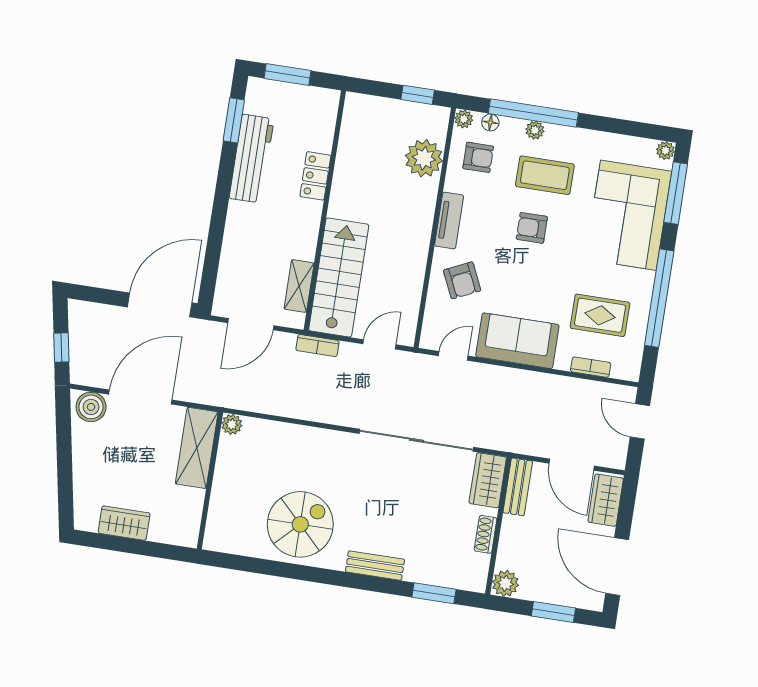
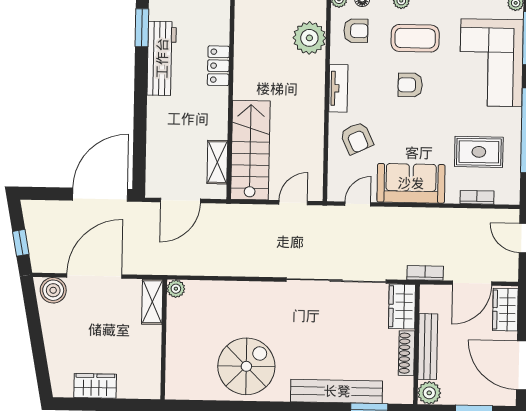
bookcase: (317, 346) -> (425, 273), moved, turned 180
shelving: (197, 448) -> (152, 302), width x0.67, depth x0.75
door: (572, 465) -> (472, 283), hinge flipped
bench: (518, 487) -> (428, 347), moved, width x1.36
shoe rack: (486, 534) -> (406, 353), width x1.43
bench: (375, 566) -> (337, 391), width x1.86, depth x1.21

